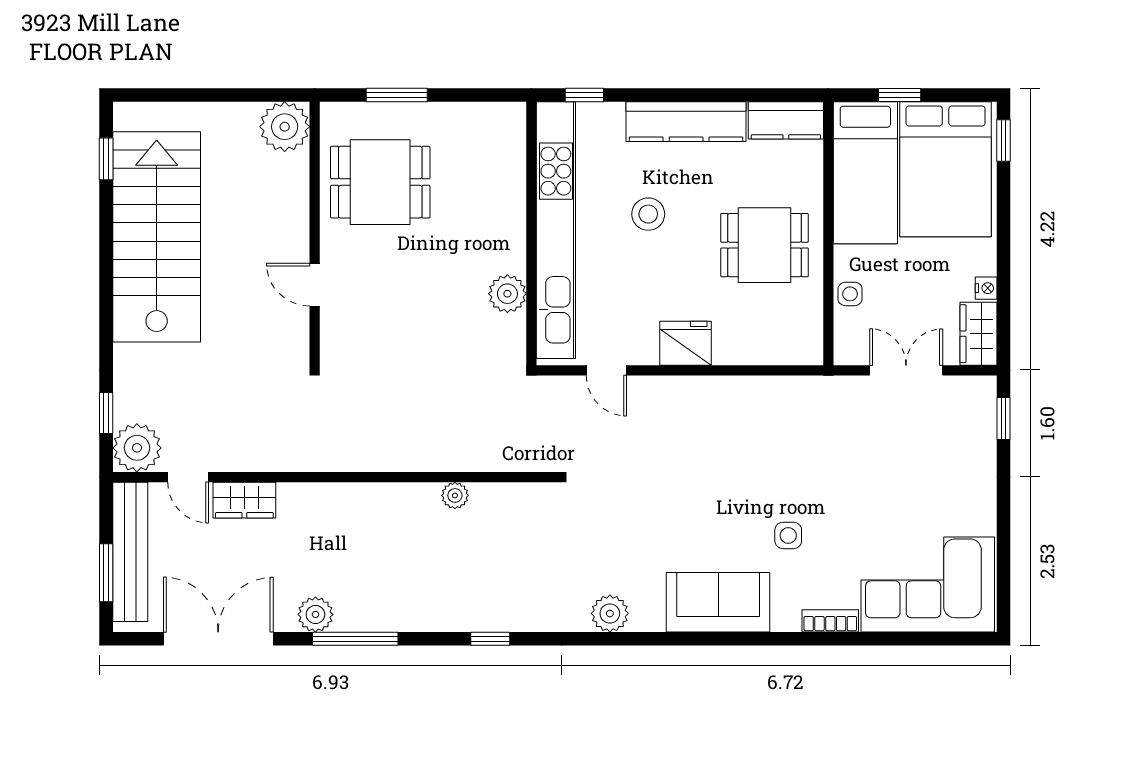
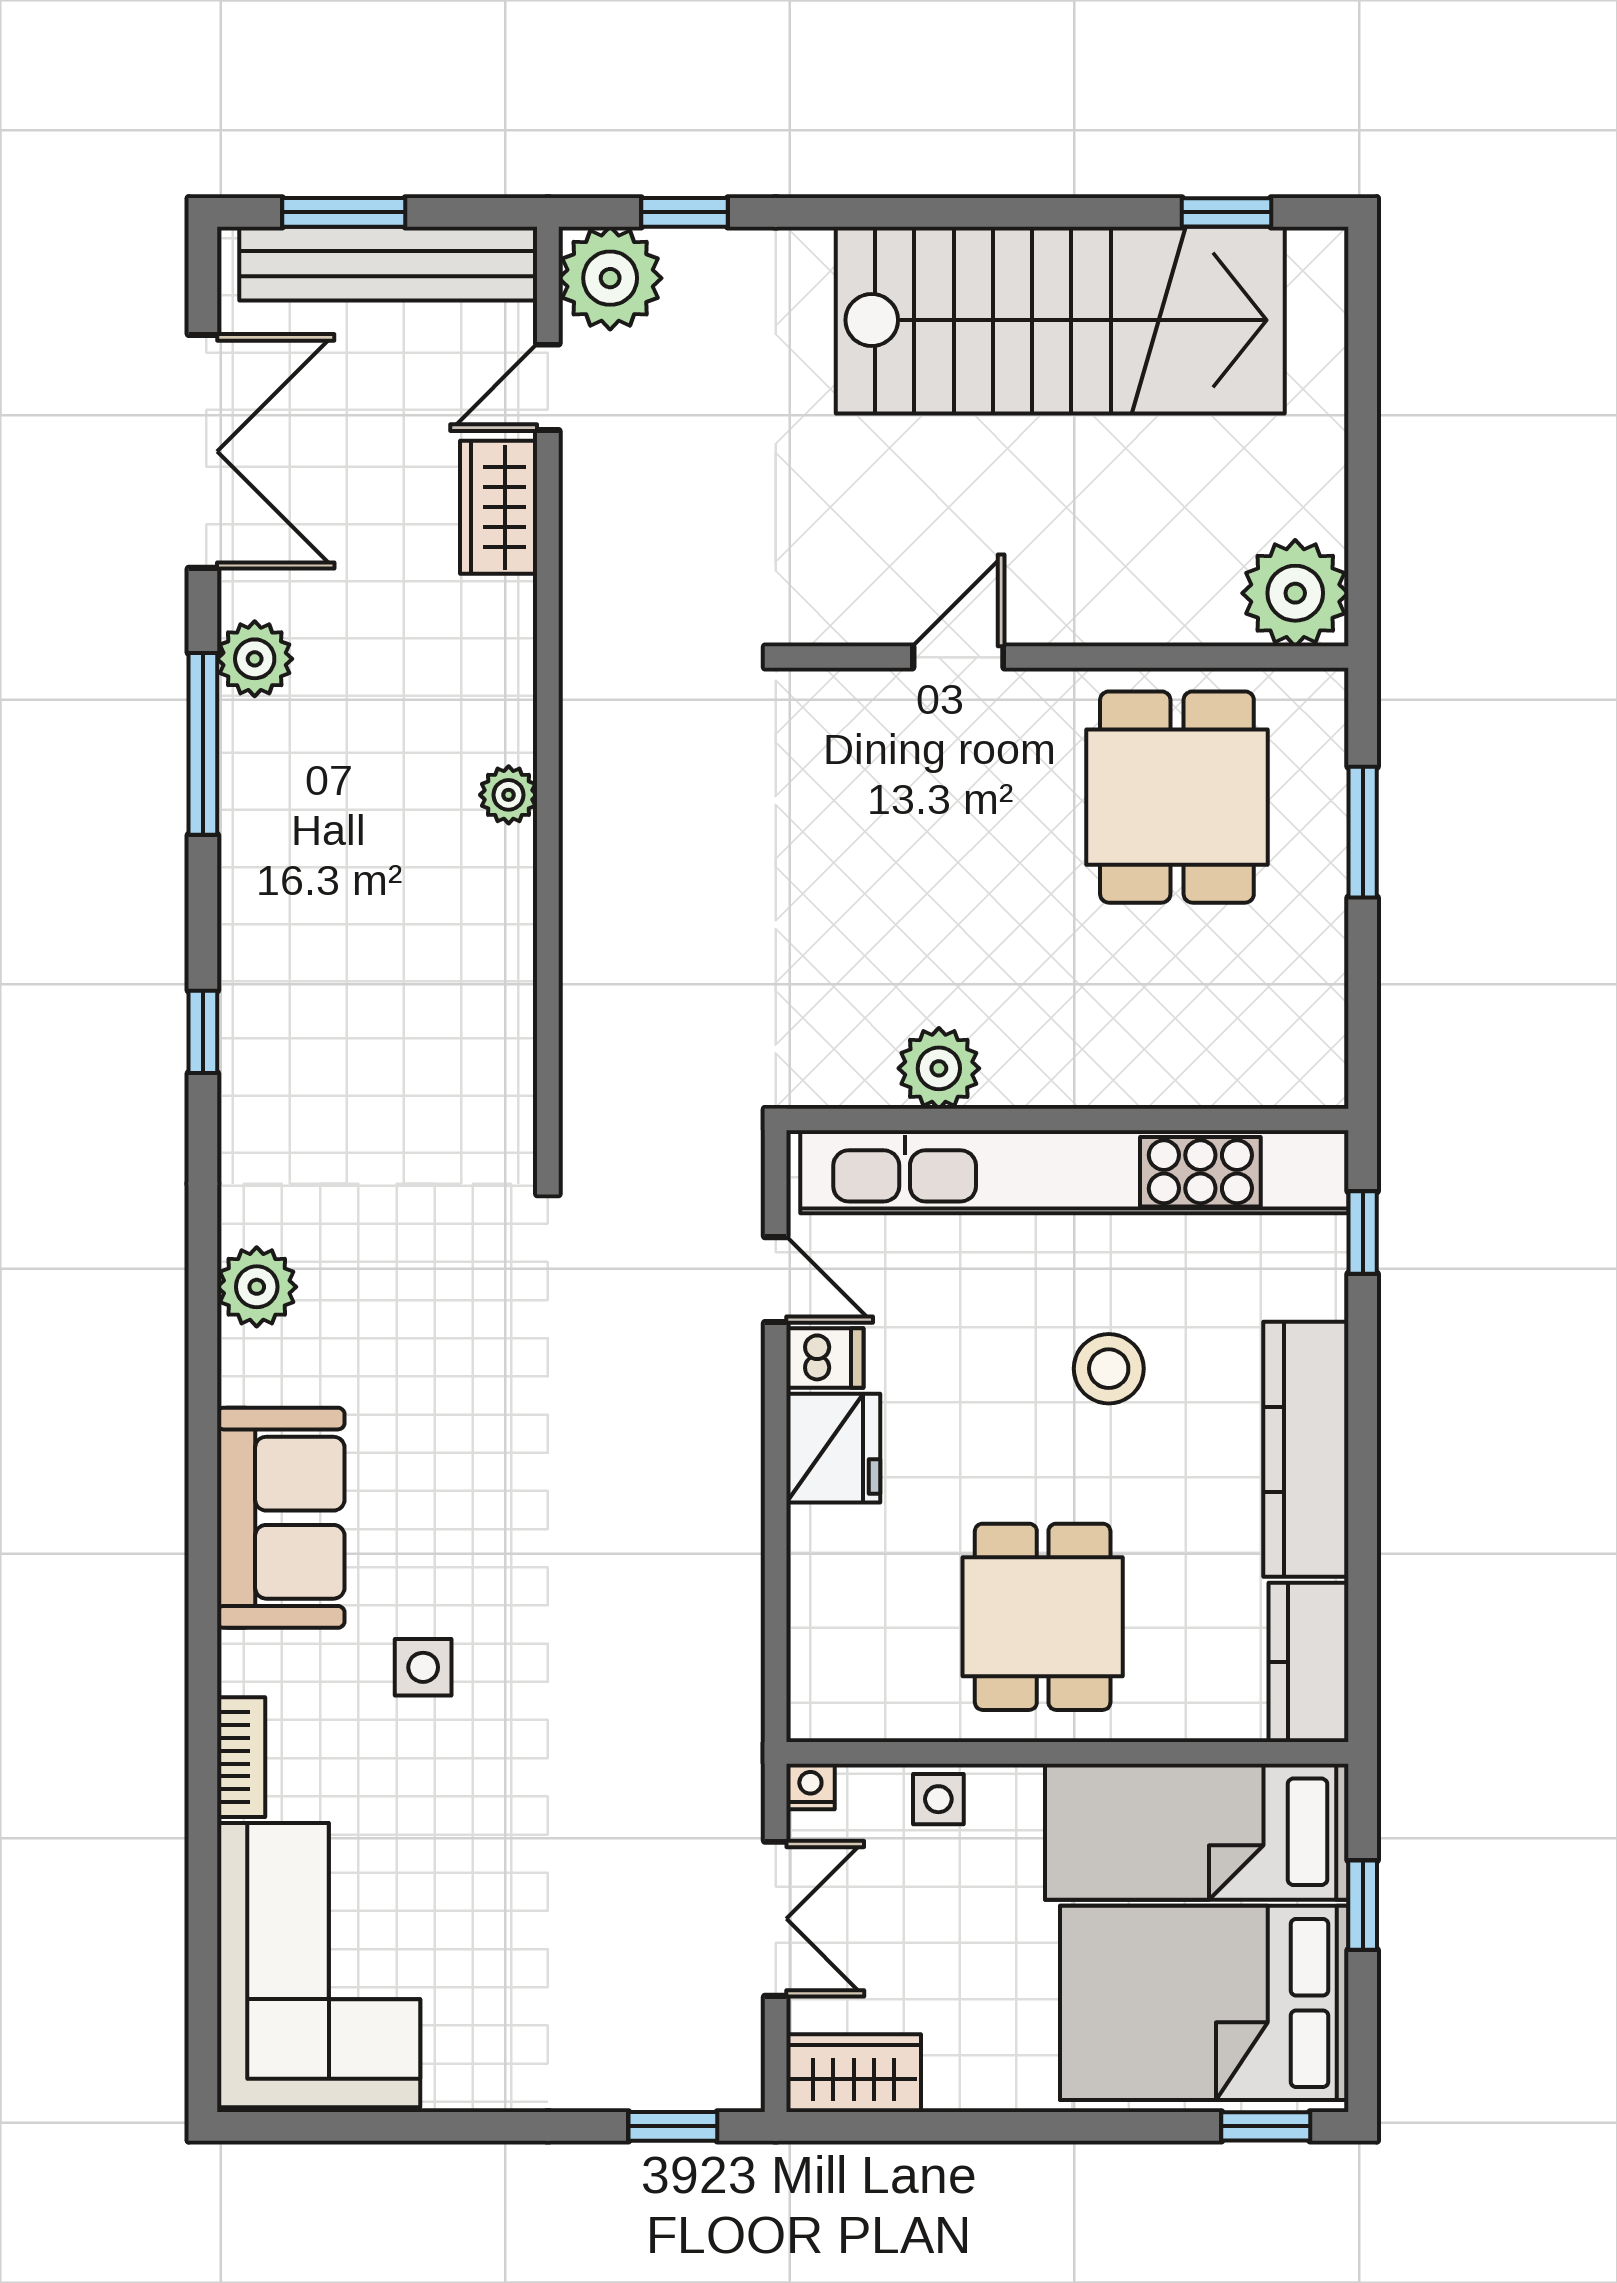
nightstand: (986, 288) -> (810, 1786), moved, turned 180
dishwasher: (643, 347) -> (825, 1358), added
door: (606, 370) -> (776, 1280), swing flipped
plant: (455, 495) -> (509, 795), moved

